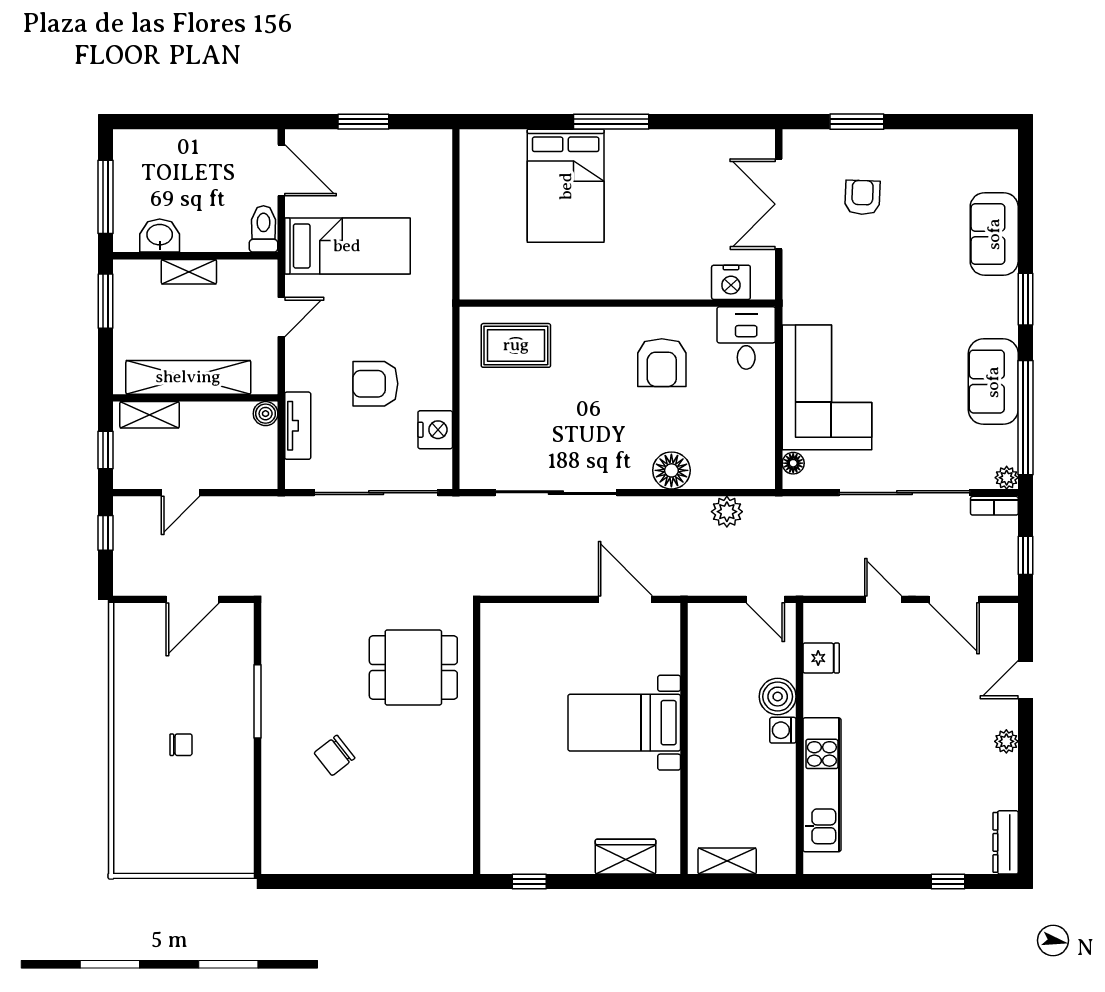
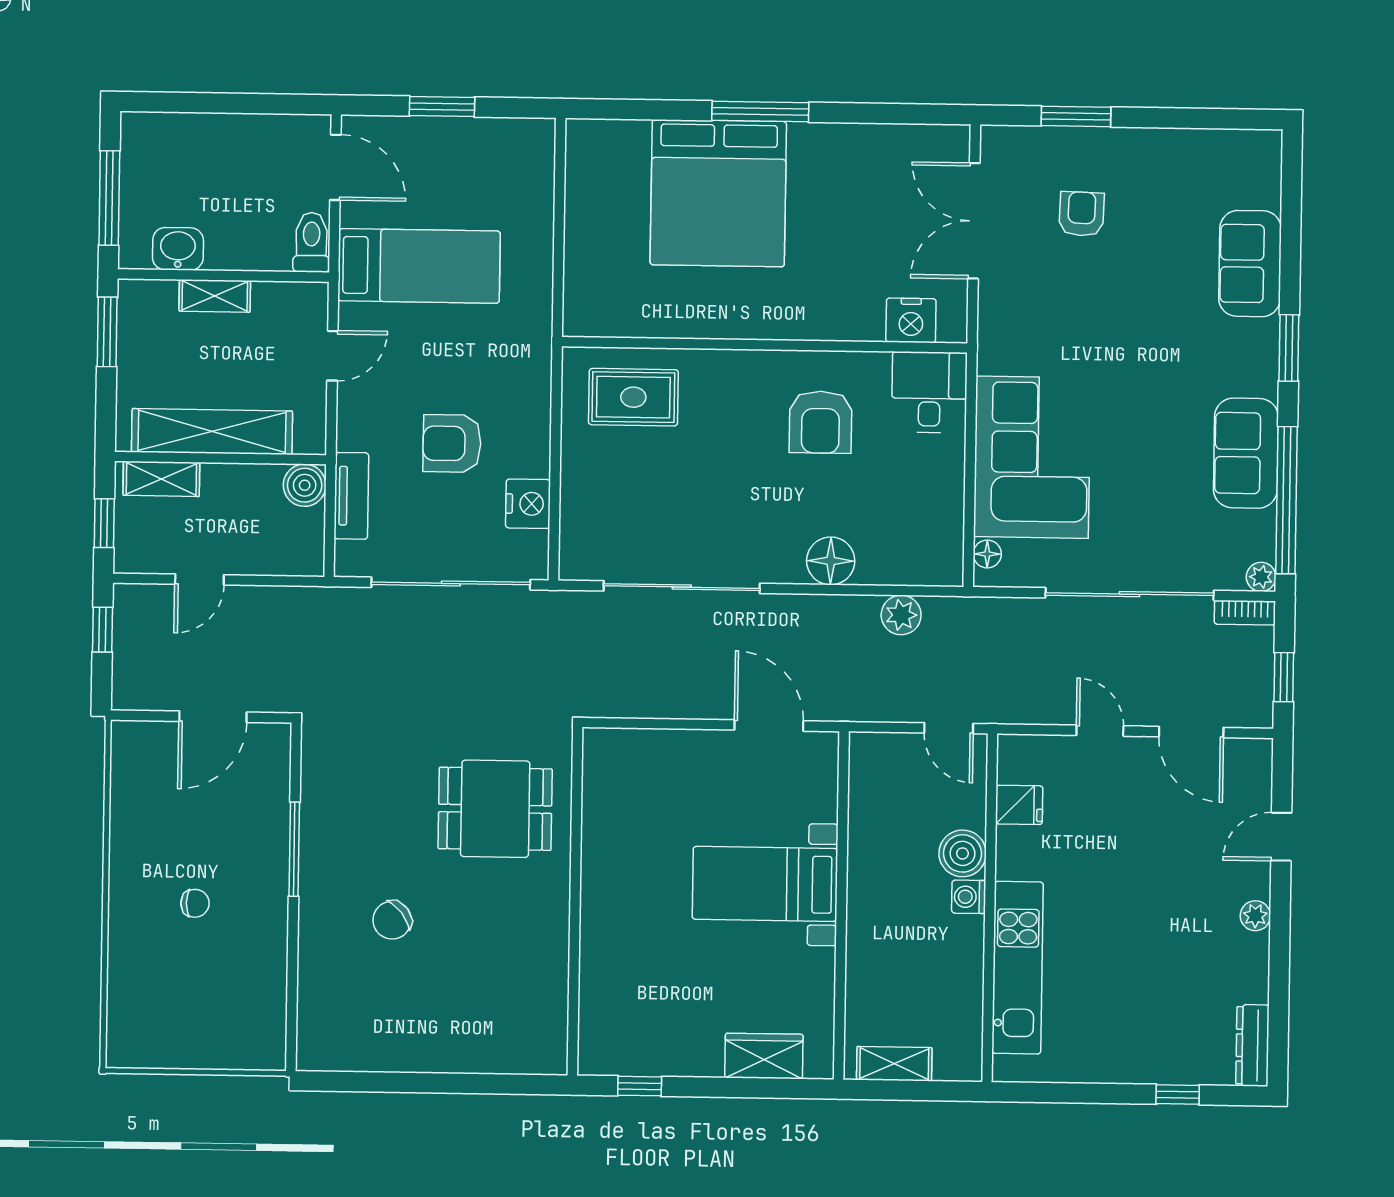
bed: (566, 186) -> (718, 193), width x1.36
boiler: (266, 414) -> (305, 485), width x1.36, depth x1.36

